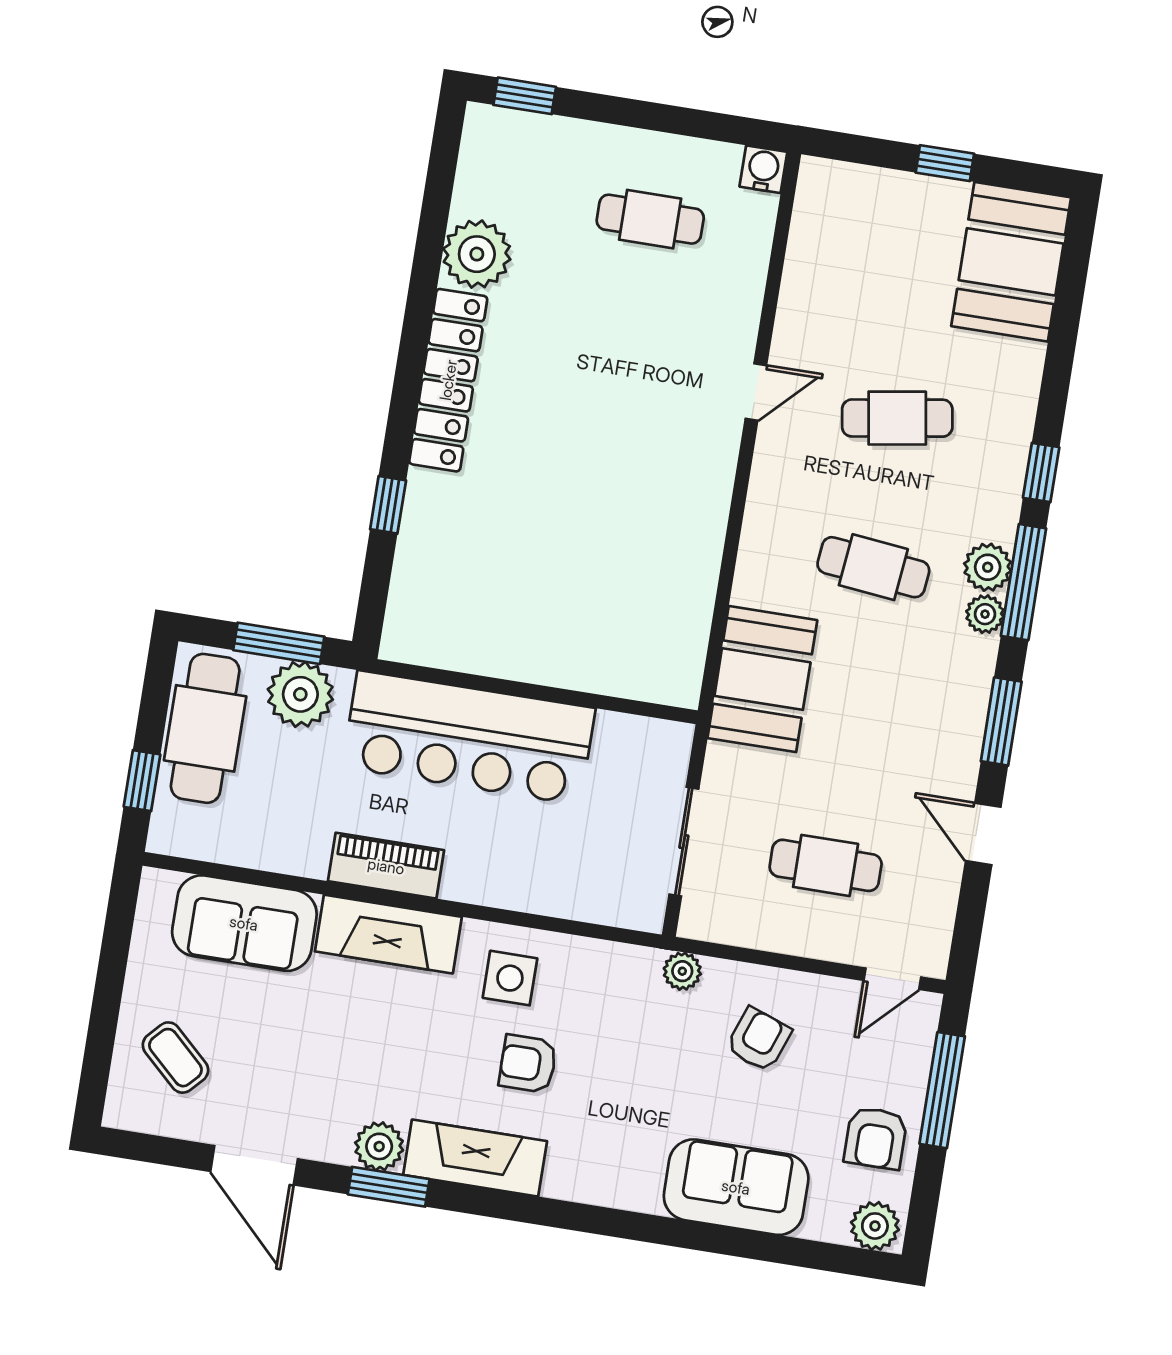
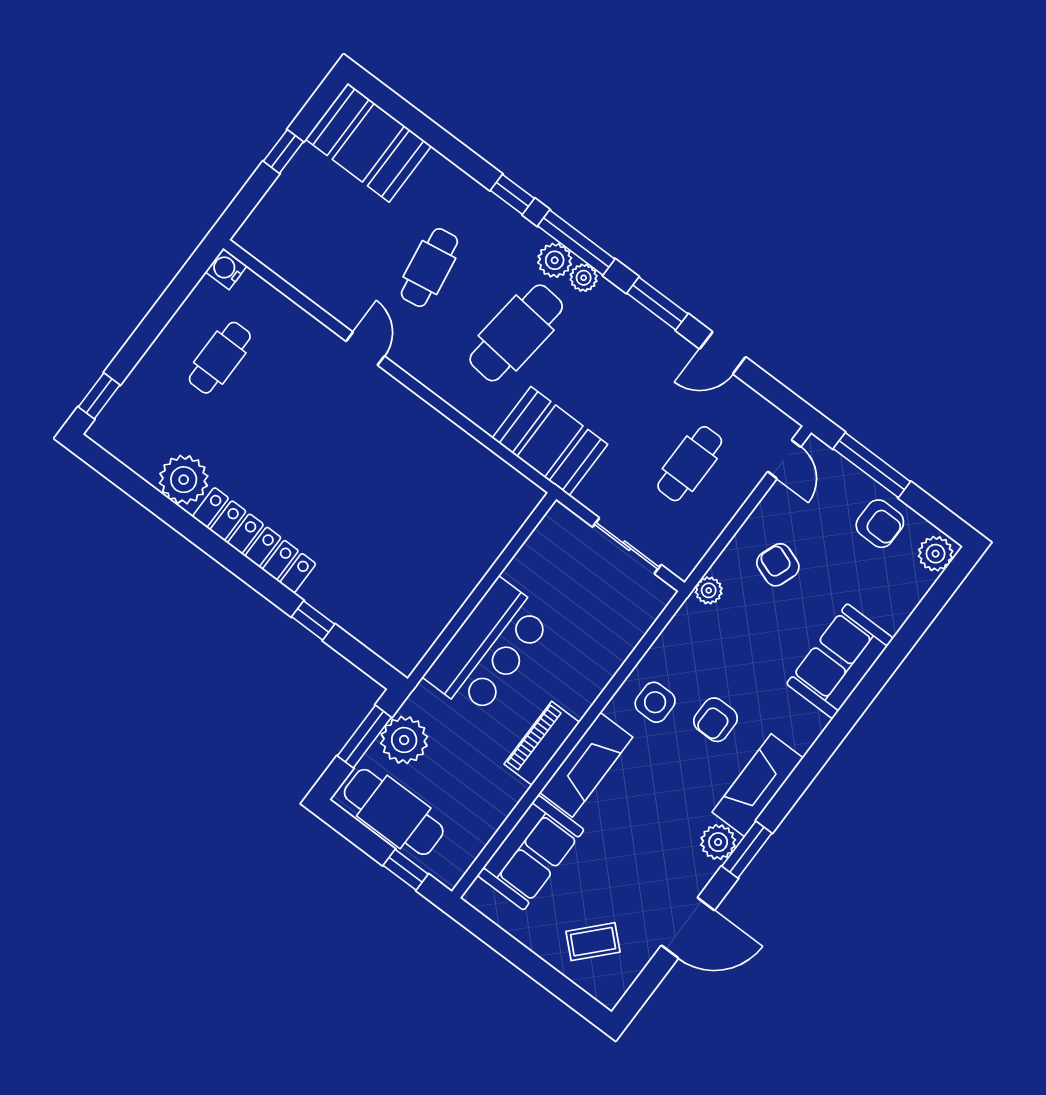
cafe table: (873, 567) -> (516, 333), width x1.37, depth x1.35
bar counter: (469, 738) -> (488, 647), width x0.73
sofa: (736, 1187) -> (840, 661), moved

